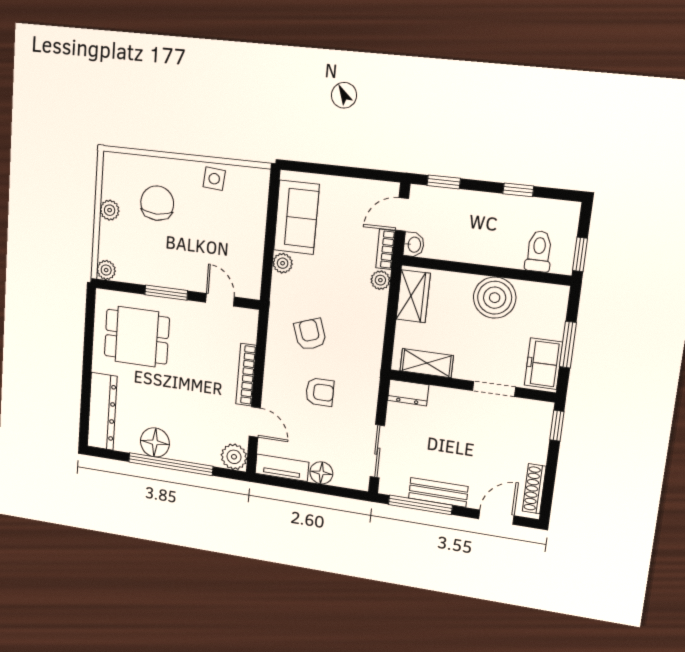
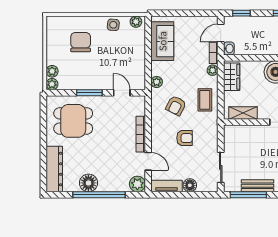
plant: (254, 177) -> (136, 22), added
plant: (110, 210) -> (52, 71), moved
plant: (283, 263) -> (157, 82), moved
coffee table: (361, 331) -> (205, 100), added
armchair: (310, 334) -> (176, 106), turned -134
dresser: (408, 393) -> (234, 131), removed

